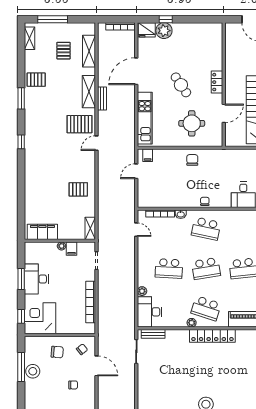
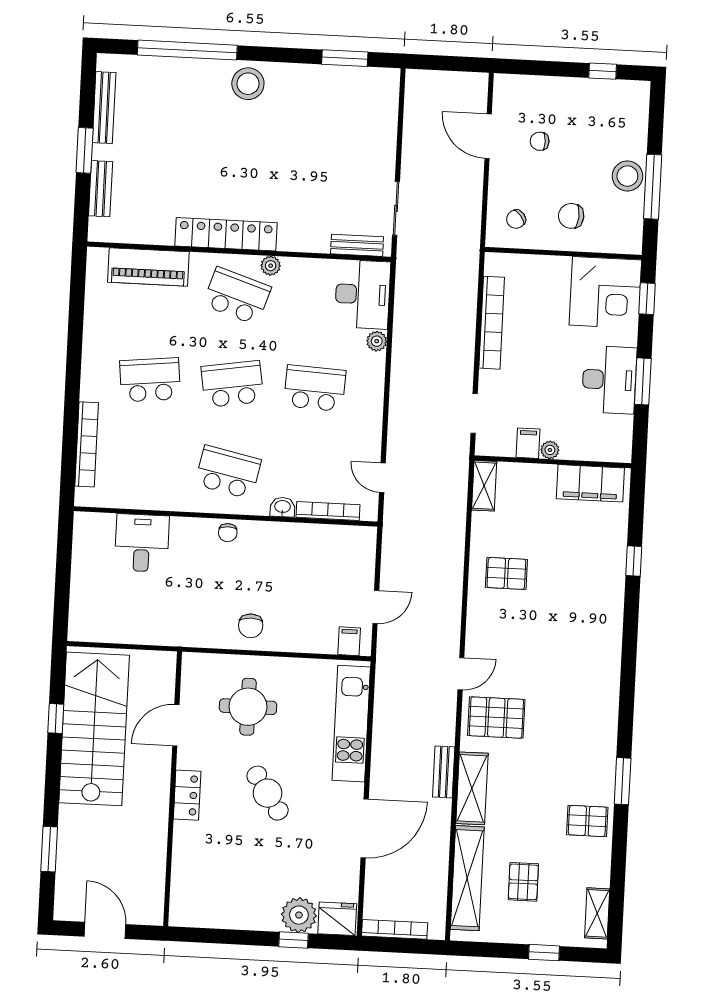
window: (53, 19) -> (544, 953), width x0.46
shelving: (89, 51) -> (467, 878), width x1.47
window: (21, 142) -> (634, 561), moved
door: (96, 366) -> (488, 136), moved

